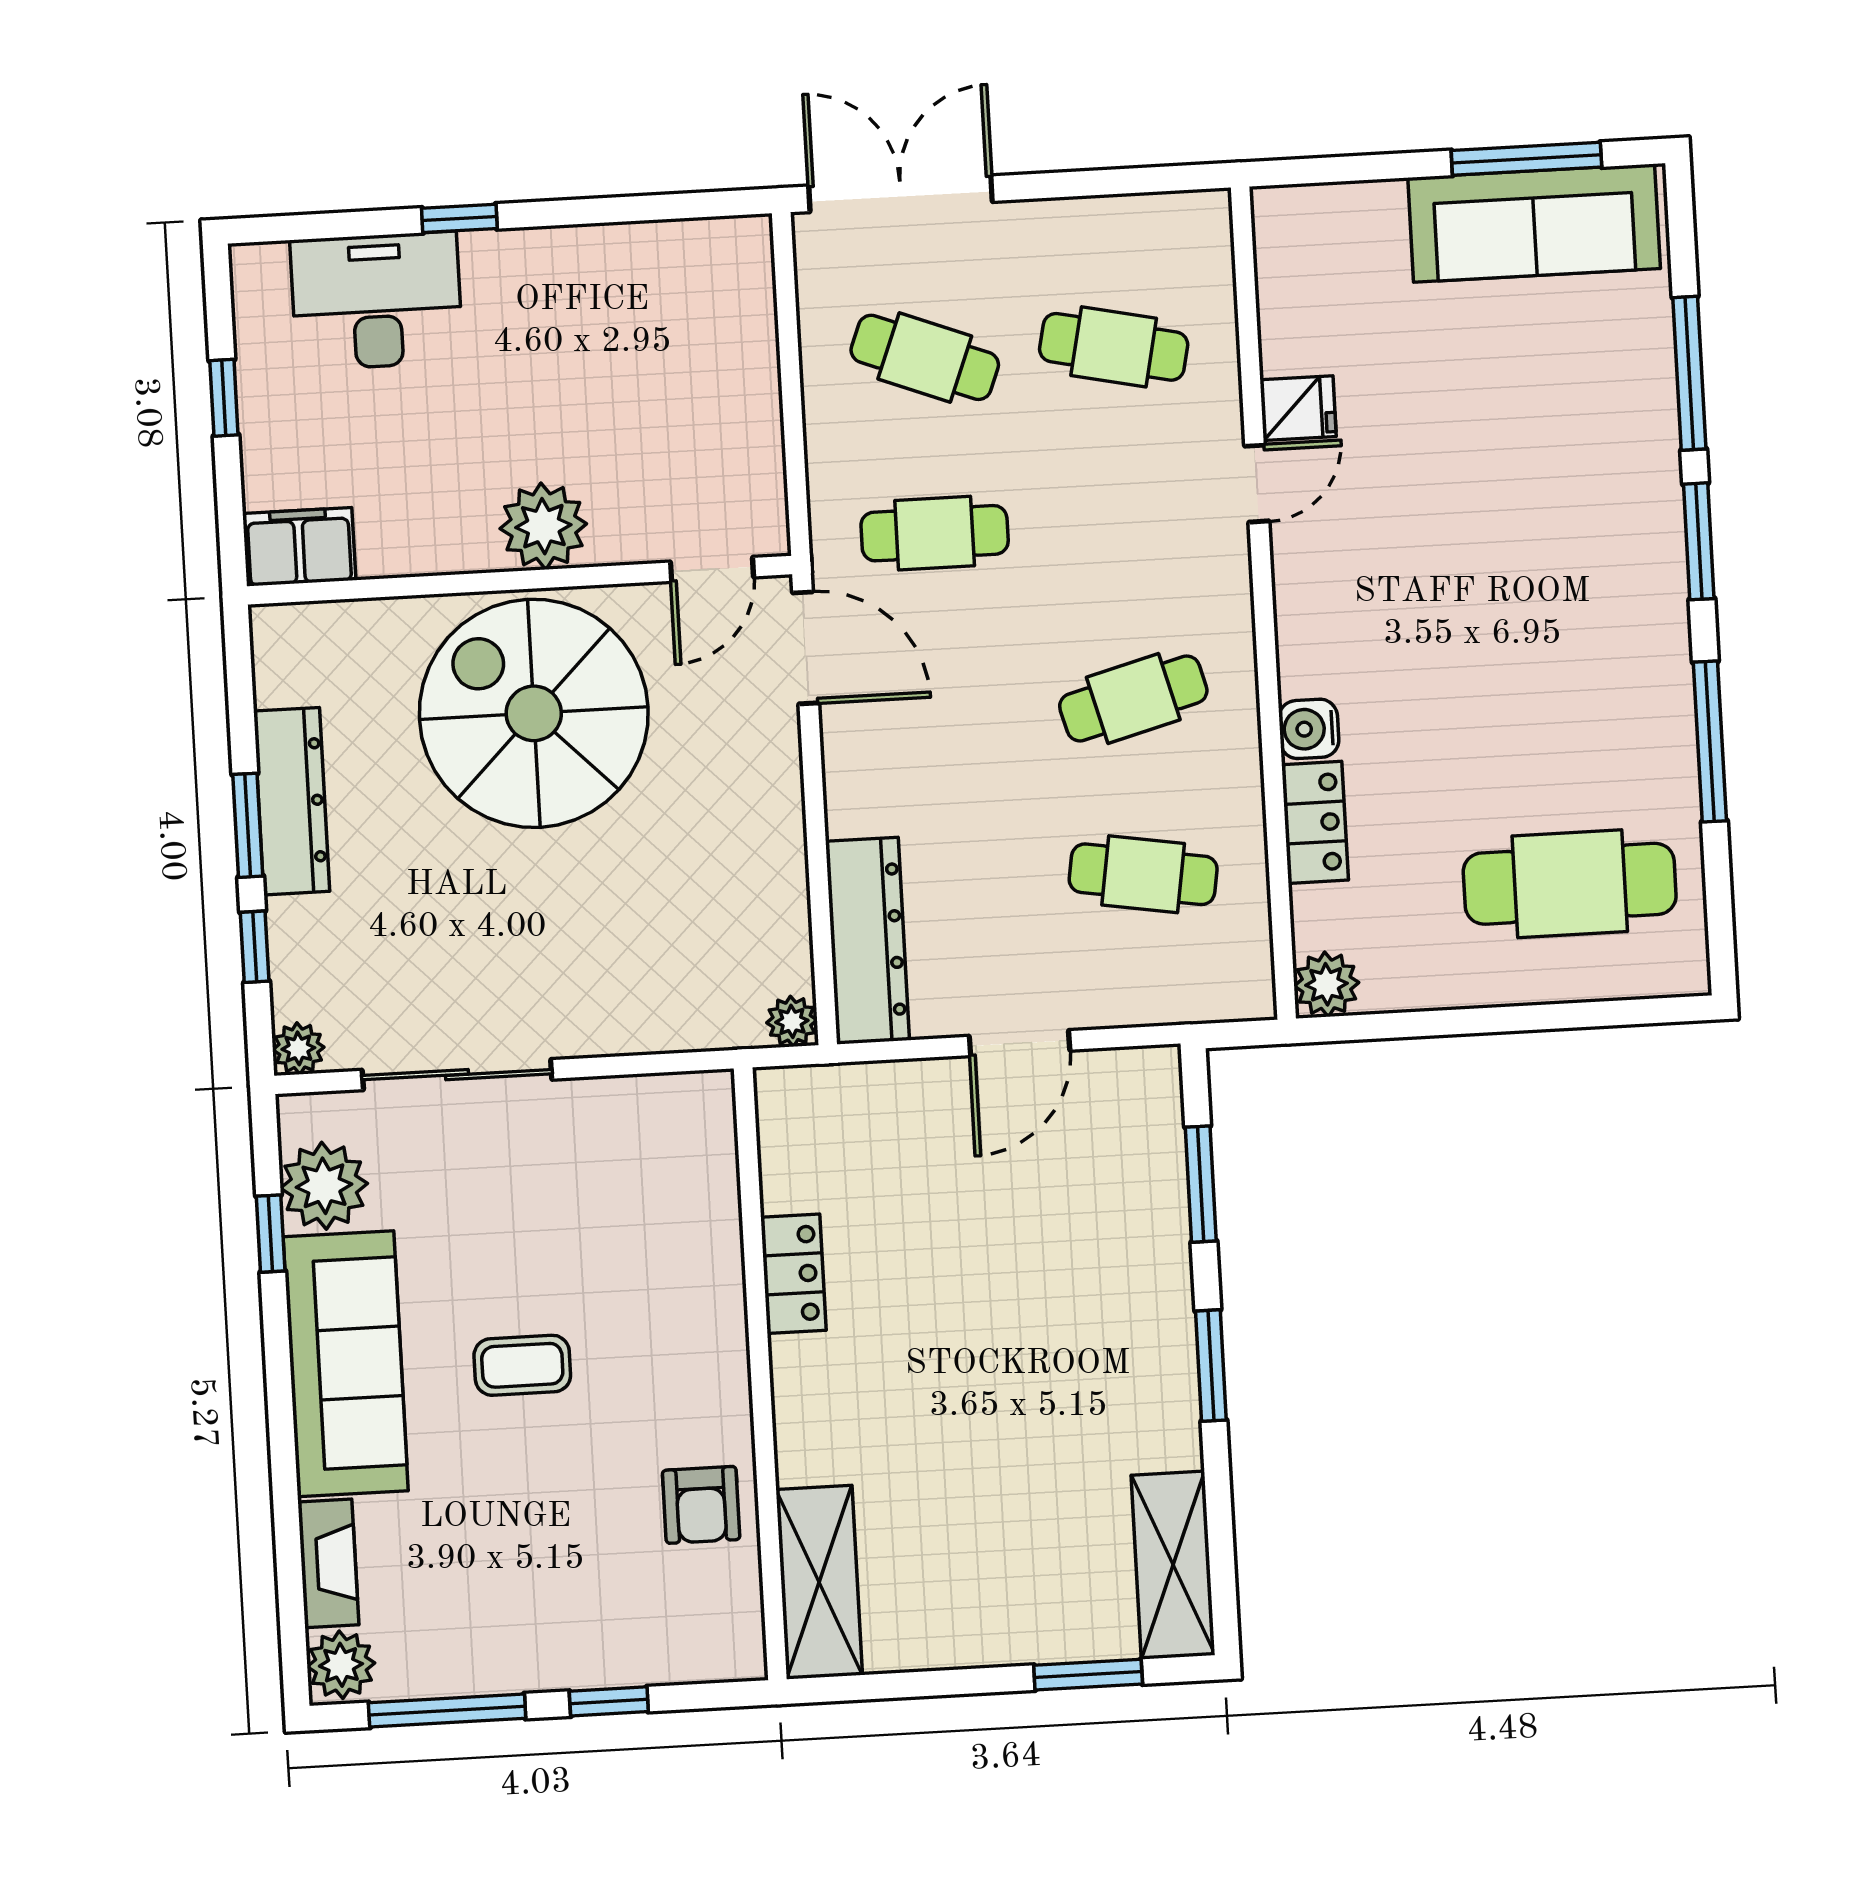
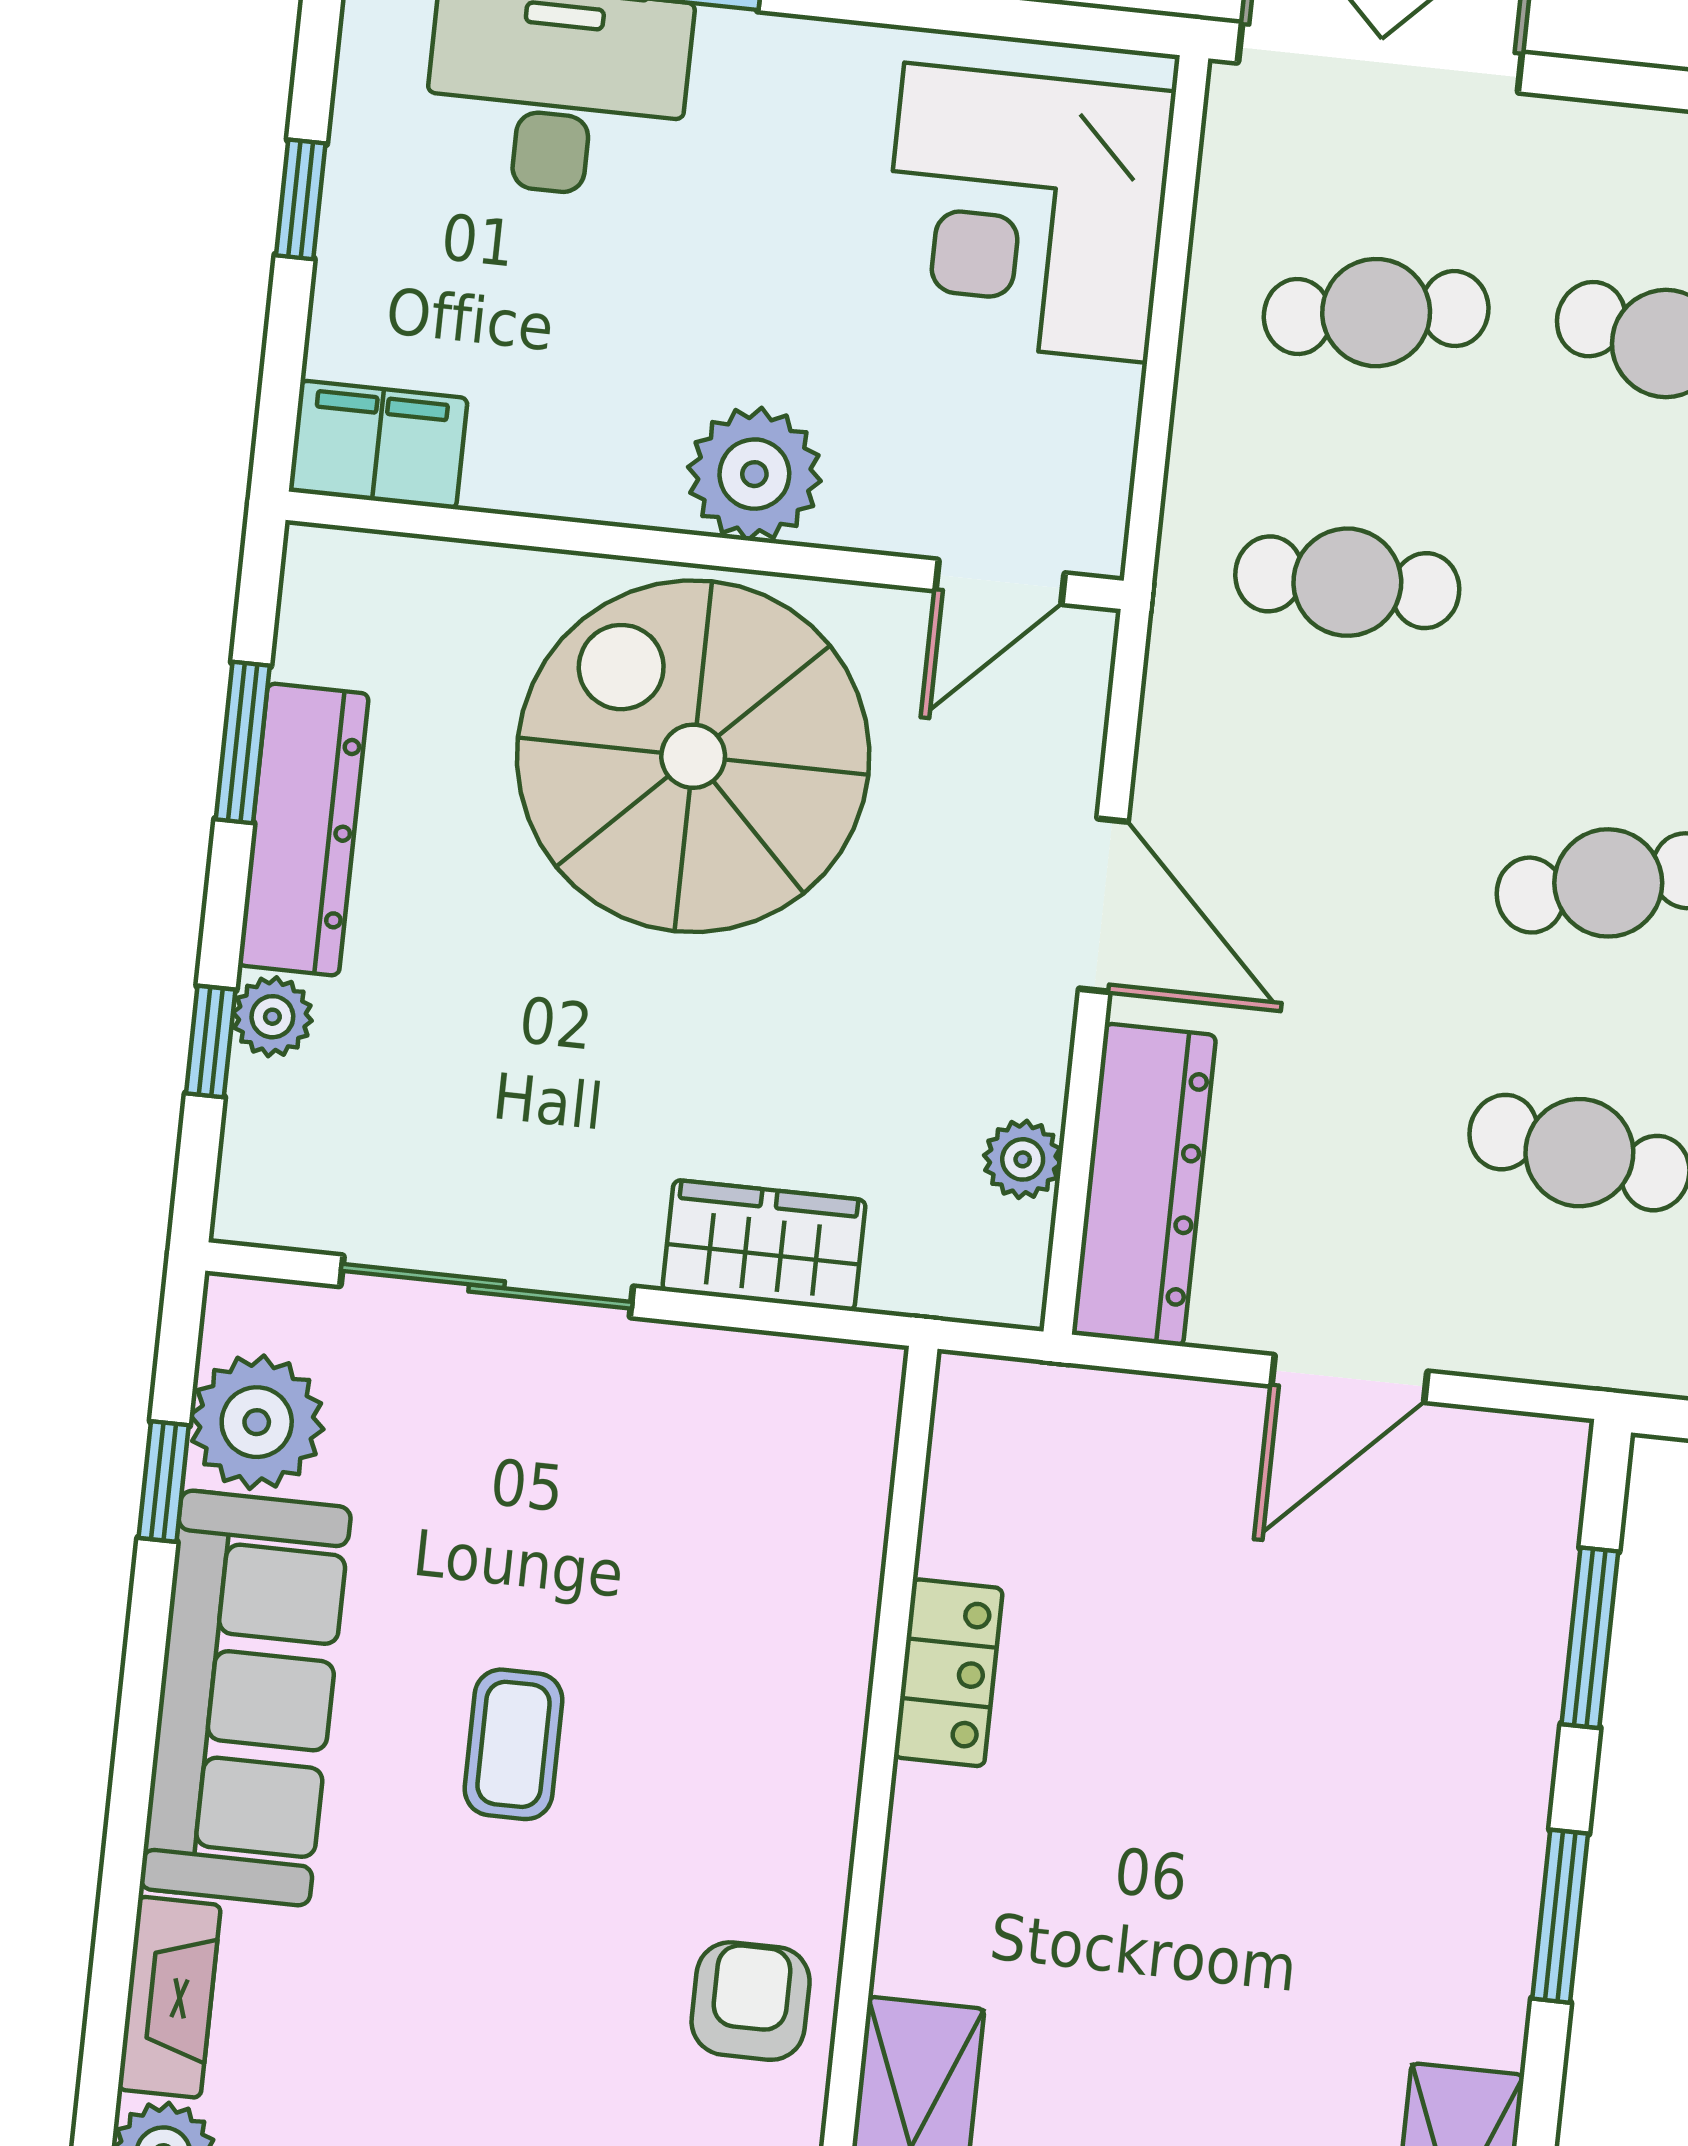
corner desk: (690, 330) -> (1026, 213), added
cafe table: (925, 357) -> (1376, 313), turned -30
door: (806, 648) -> (1103, 905), moved
window: (248, 825) -> (243, 743), moved
wardrobe: (630, 1019) -> (764, 1245), added
plant: (792, 1021) -> (1023, 1159), moved
plant: (298, 1048) -> (272, 1017), moved
coffee table: (522, 1365) -> (514, 1744), turned 90
armchair: (701, 1505) -> (751, 2001), turned 180

